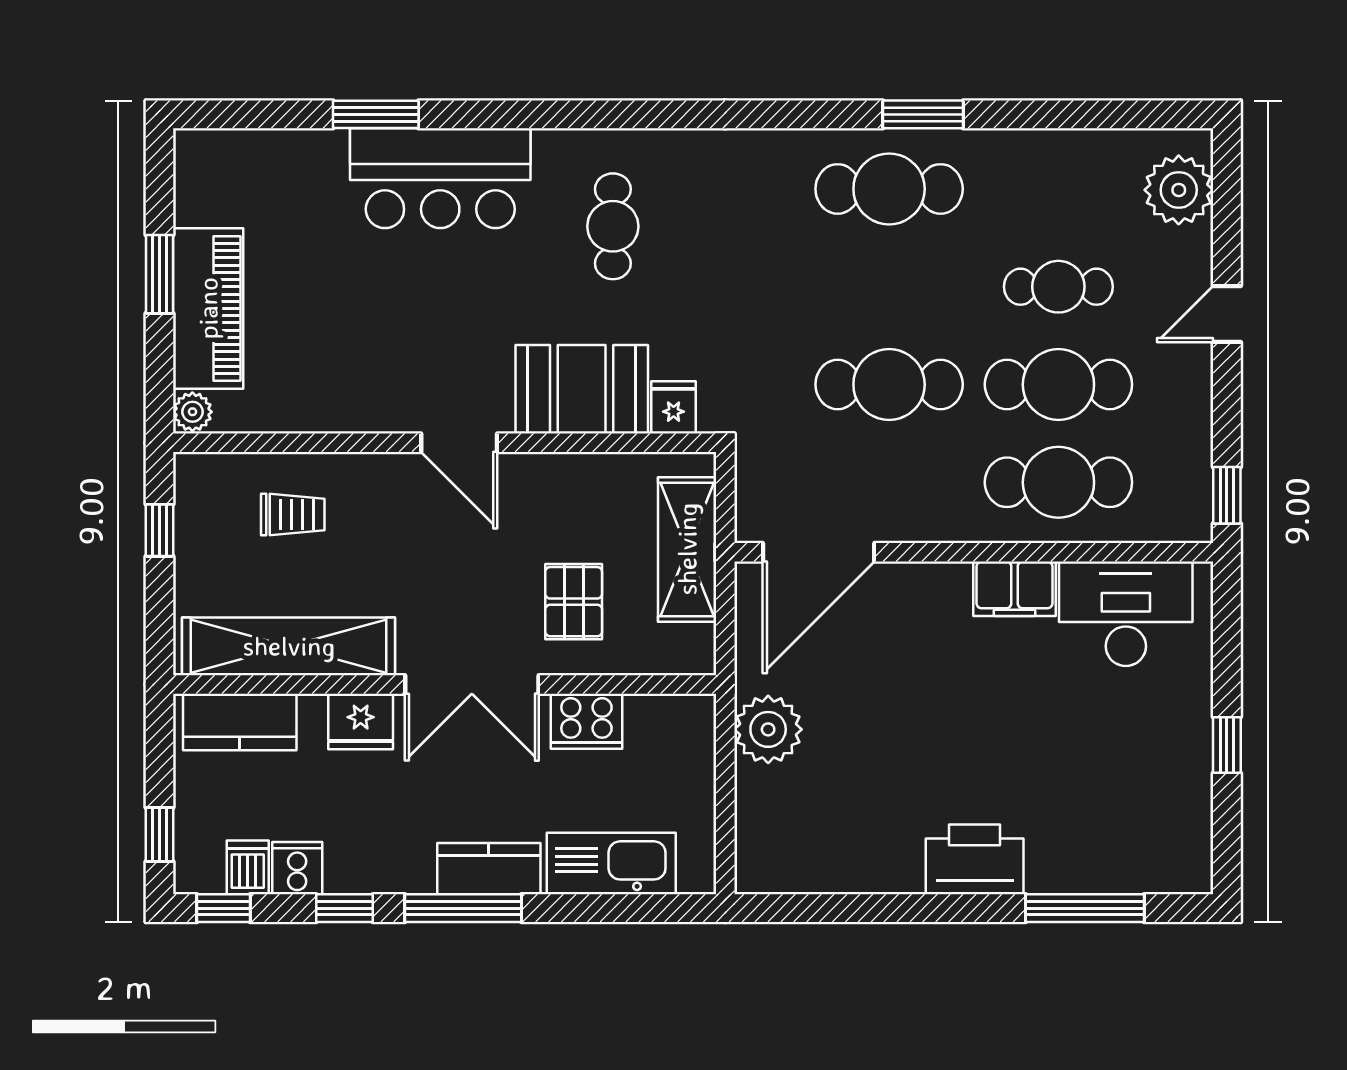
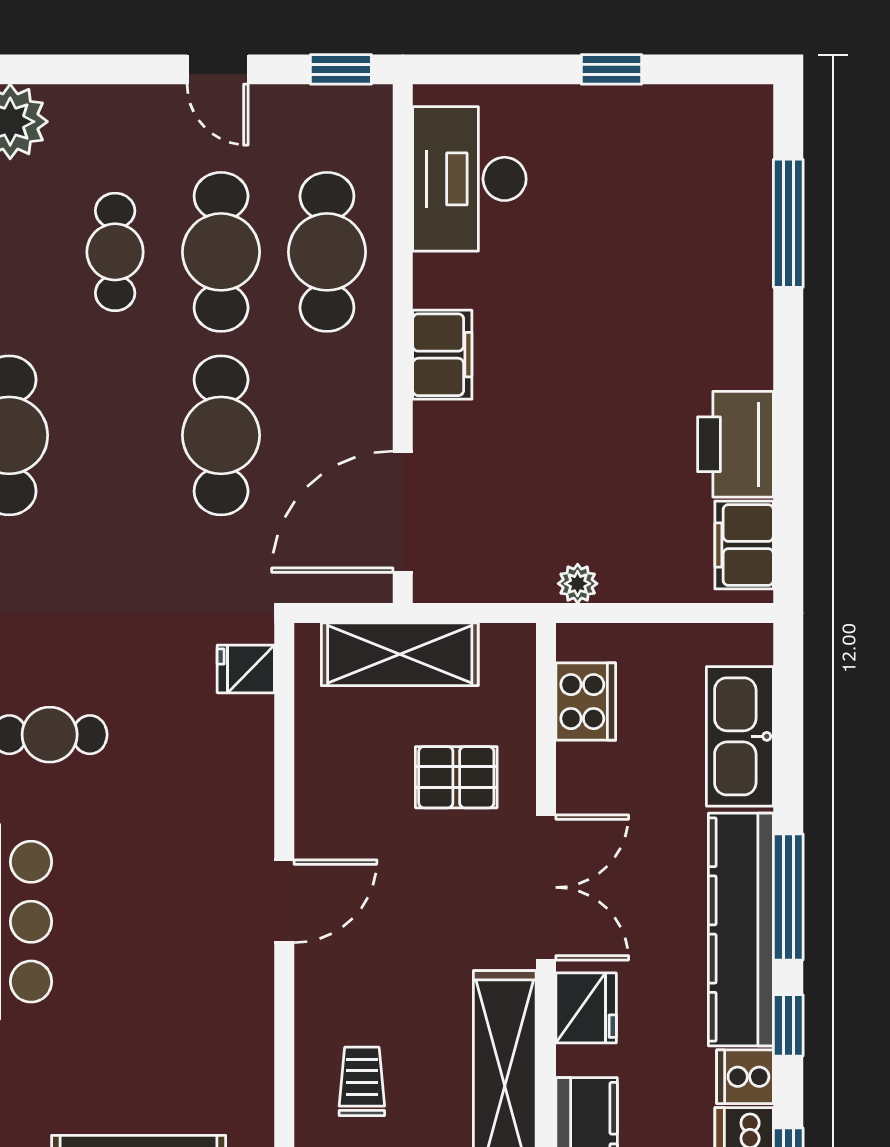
door: (1227, 314) -> (218, 69), moved
booth: (582, 389) -> (226, 768), removed
door: (819, 552) -> (403, 512), swing flipped
filing cabinet: (1014, 589) -> (442, 355), moved
cooker: (586, 721) -> (586, 702), moved
plant: (768, 729) -> (578, 584), width x0.53, depth x0.53
printer: (975, 859) -> (736, 444), moved
filing cabinet: (788, 867) -> (744, 545), added
kitchen counter: (489, 869) -> (741, 929), width x2.08, depth x1.17

